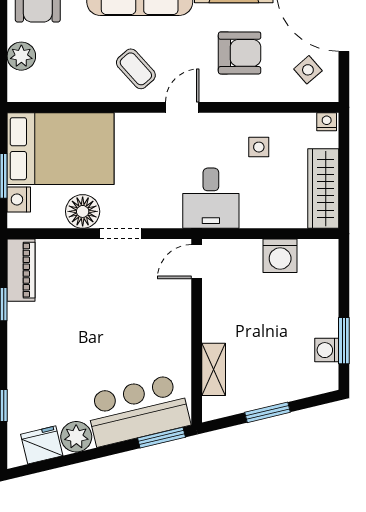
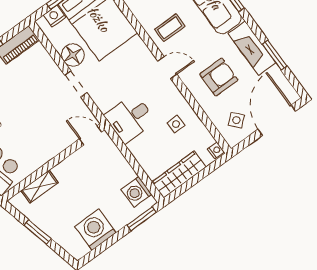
armchair: (240, 53) -> (219, 77), turned -90
coffee table: (136, 69) -> (170, 28), turned 42
washing machine: (280, 256) -> (136, 192), moved
window: (344, 341) -> (142, 219), moved
washing machine: (327, 350) -> (95, 230), width x1.89, depth x1.89

